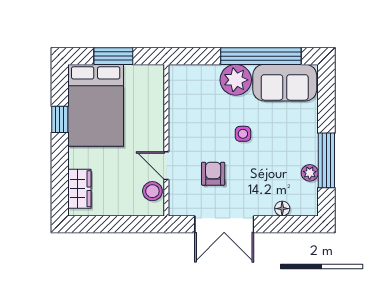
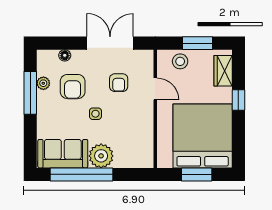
bed: (96, 105) -> (203, 136), width x1.36
window: (60, 119) -> (238, 100), moved
armchair: (272, 169) -> (73, 87), added
stool: (152, 191) -> (180, 61), moved
window: (112, 224) -> (198, 43), added

